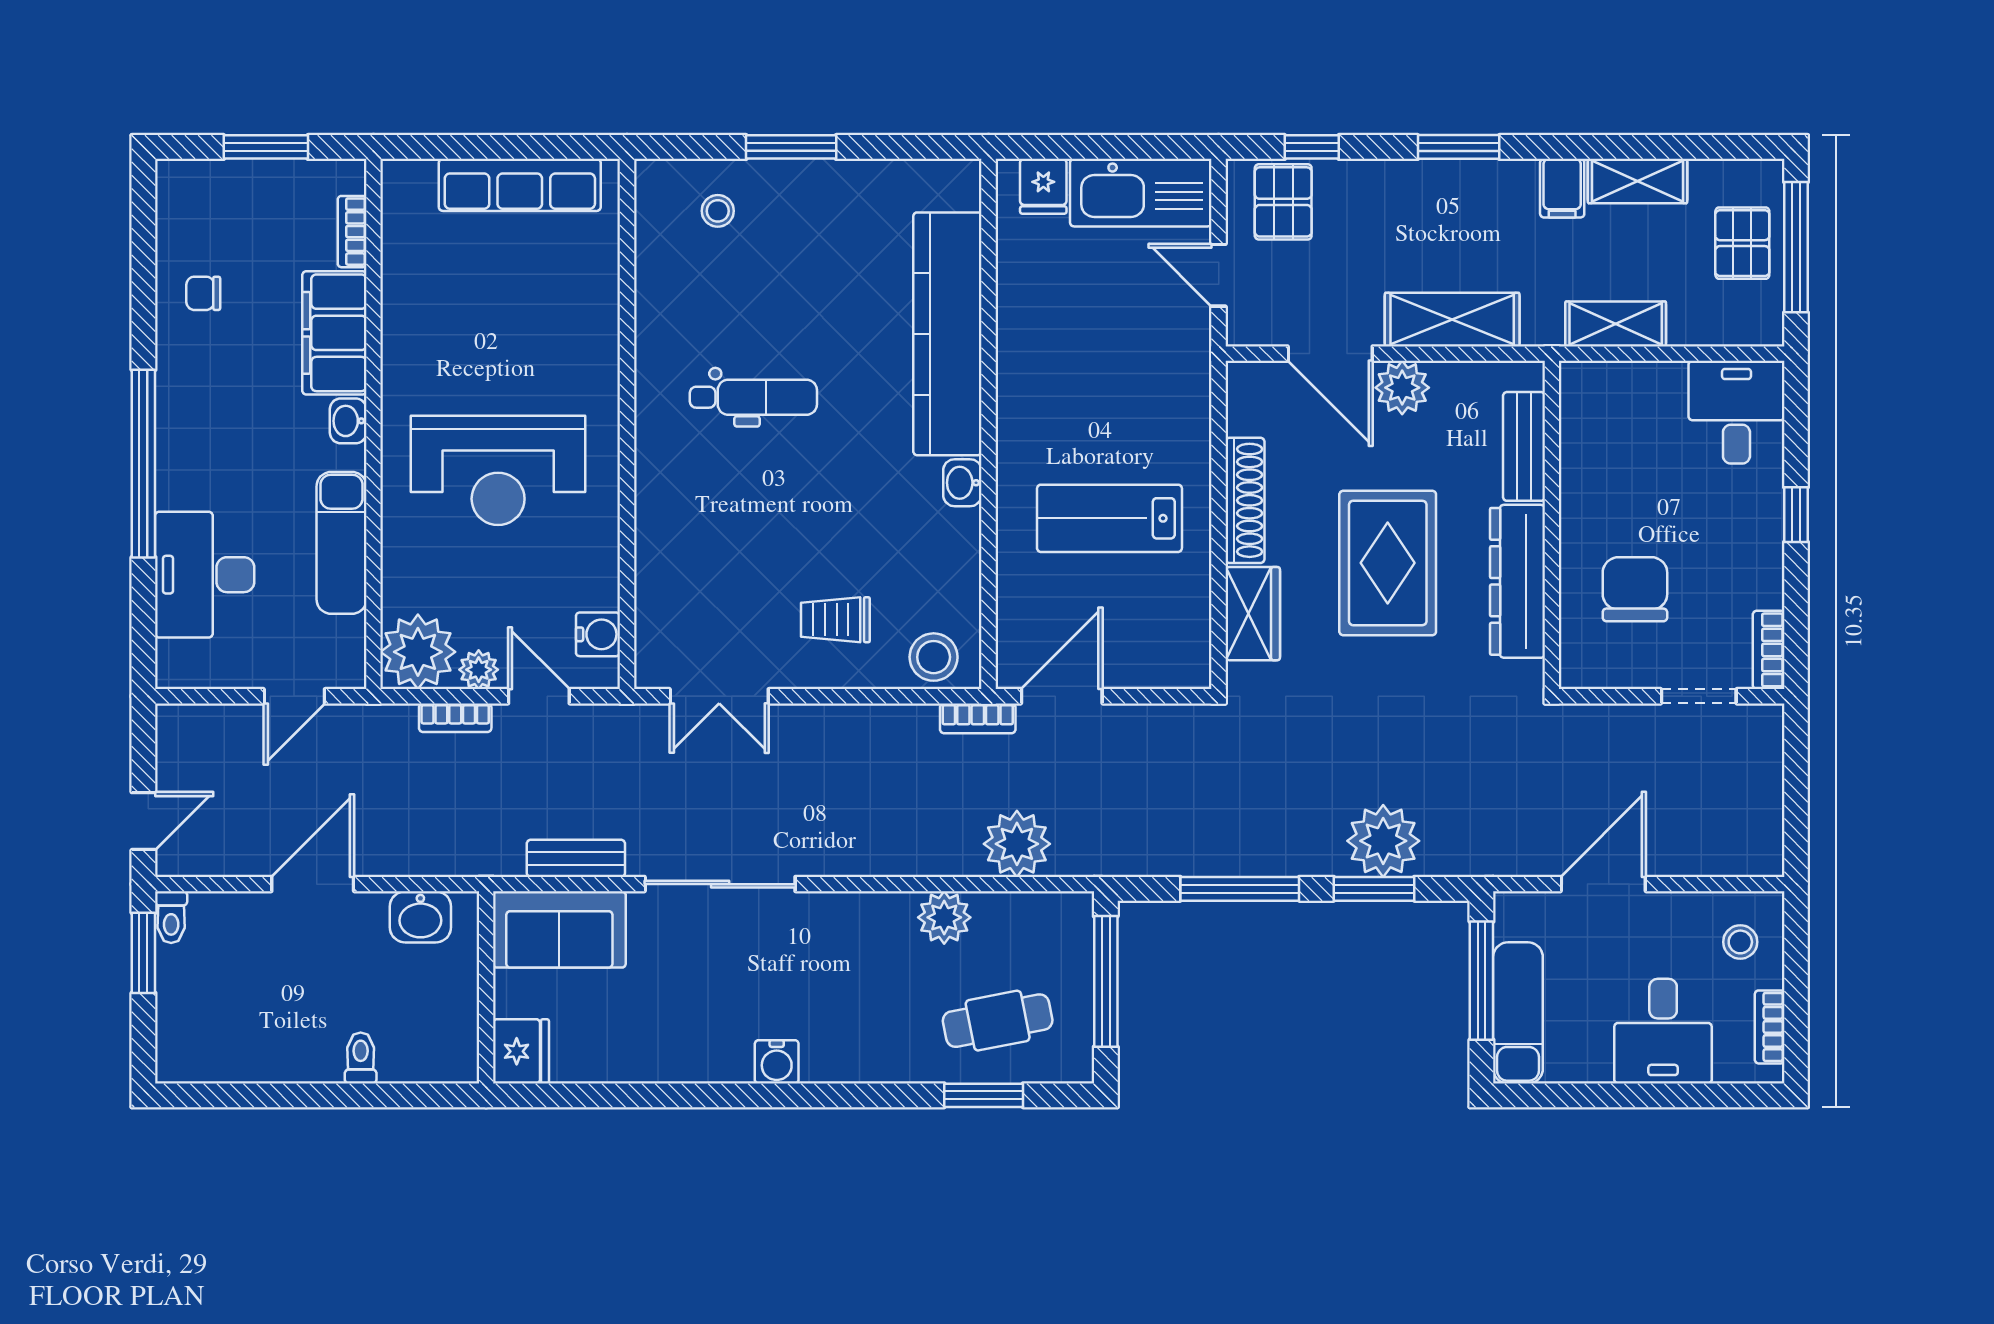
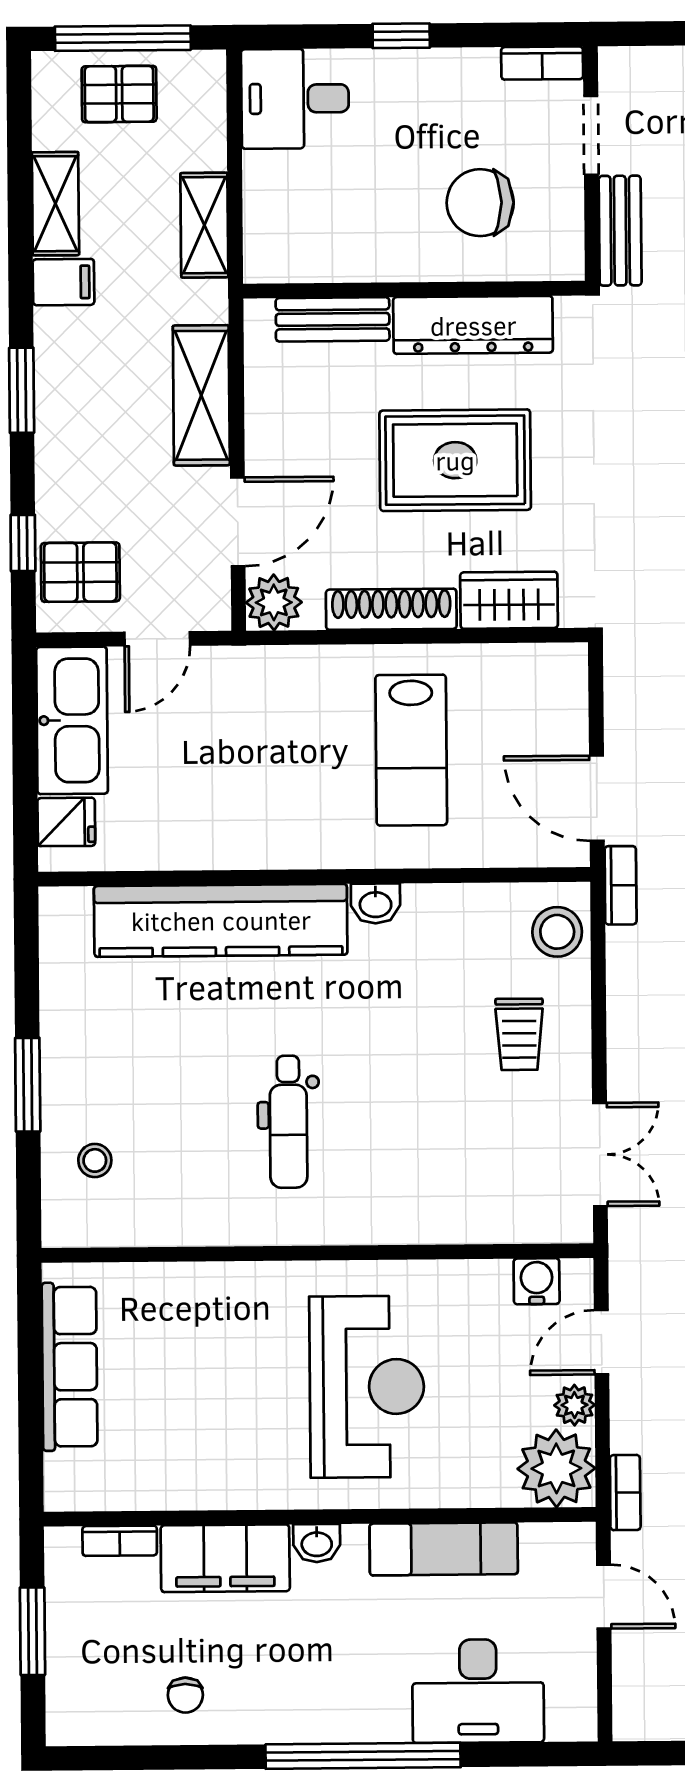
plant: (1402, 388) -> (274, 602), moved
dental chair: (753, 397) -> (288, 1122), turned 180
bookcase: (455, 718) -> (625, 1493), moved
bench: (1607, 723) -> (620, 231), added

